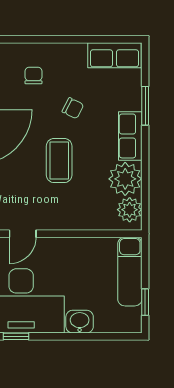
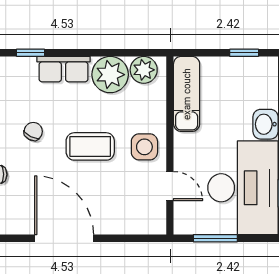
window: (145, 106) -> (31, 53), width x0.67
side table: (59, 210) -> (144, 147), added
exam couch: (130, 272) -> (187, 94), moved, turned -90

